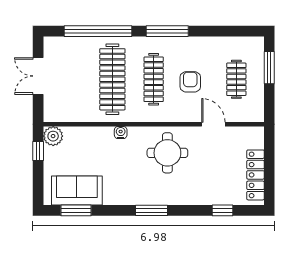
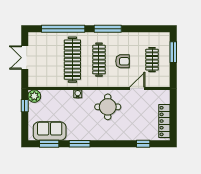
armchair: (190, 82) -> (122, 61), turned 90
door: (213, 124) -> (137, 88), hinge flipped
window: (151, 210) -> (80, 144), moved

